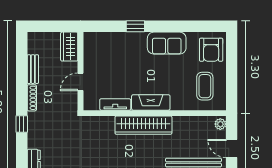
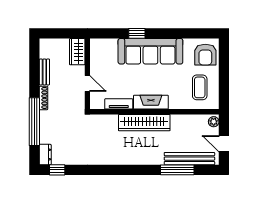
sofa: (167, 43) -> (150, 51), width x1.85, depth x1.27
door: (80, 82) -> (87, 84), swing flipped
window: (22, 124) -> (34, 122), width x3.17

